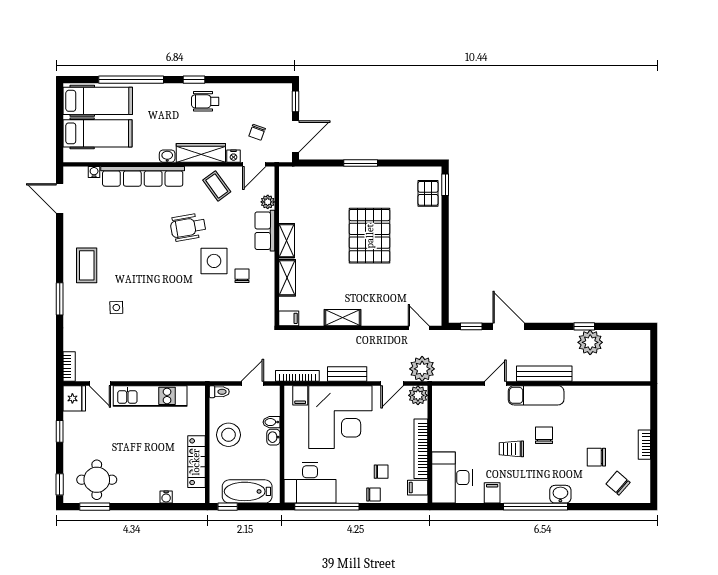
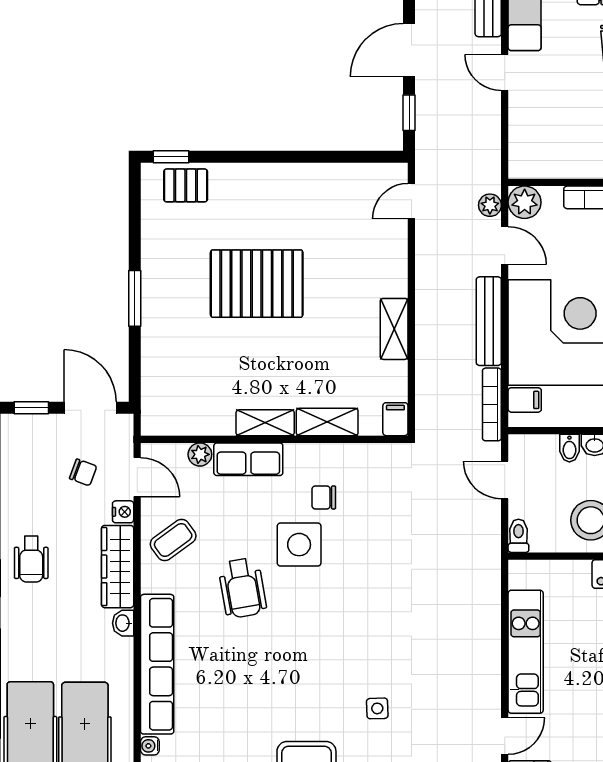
plant: (422, 369) -> (490, 205), width x0.53, depth x0.53
bench: (347, 374) -> (489, 321), width x1.36

